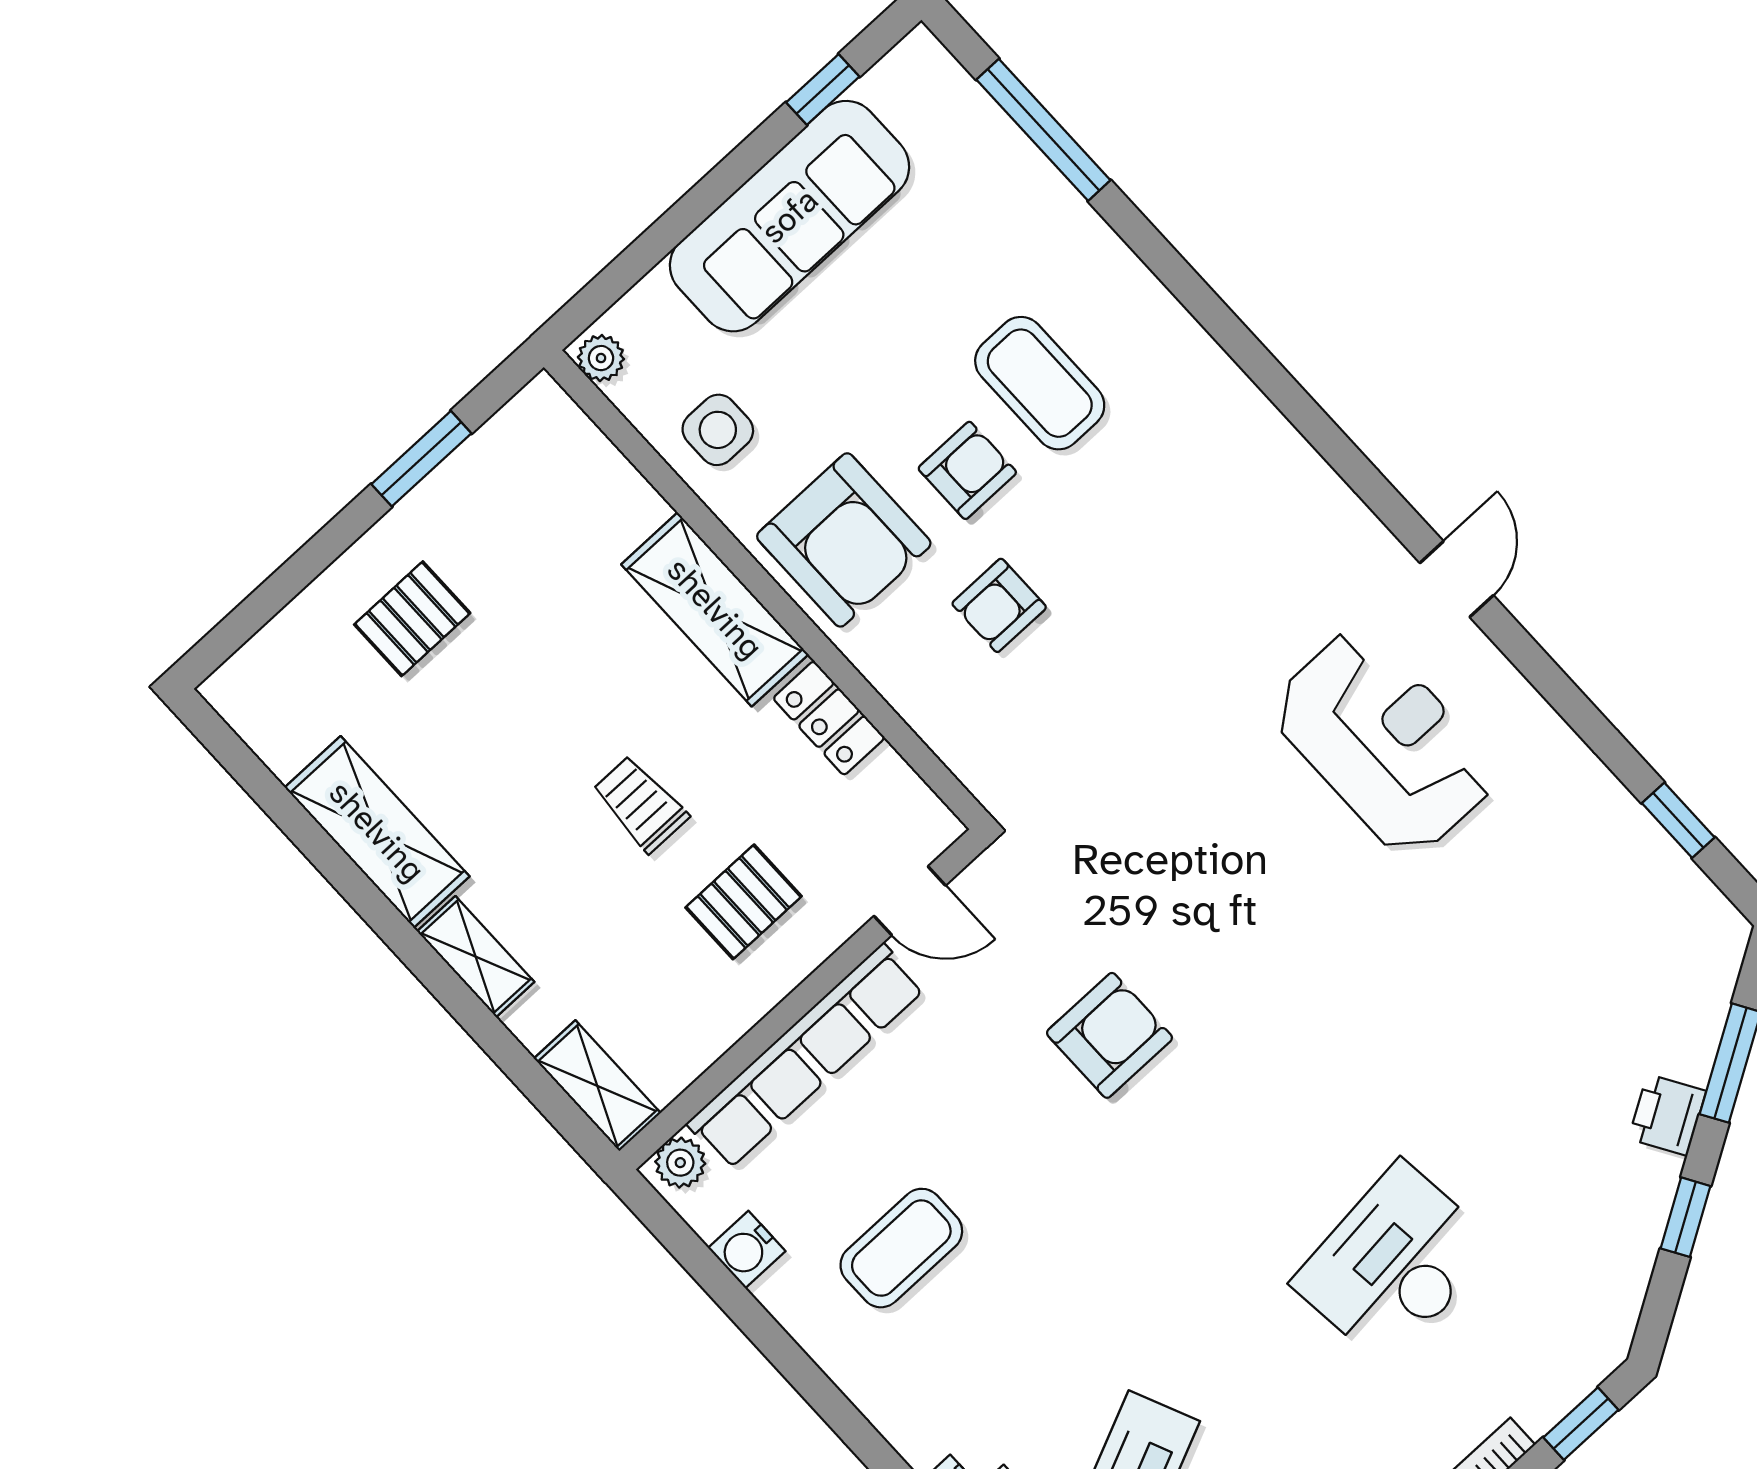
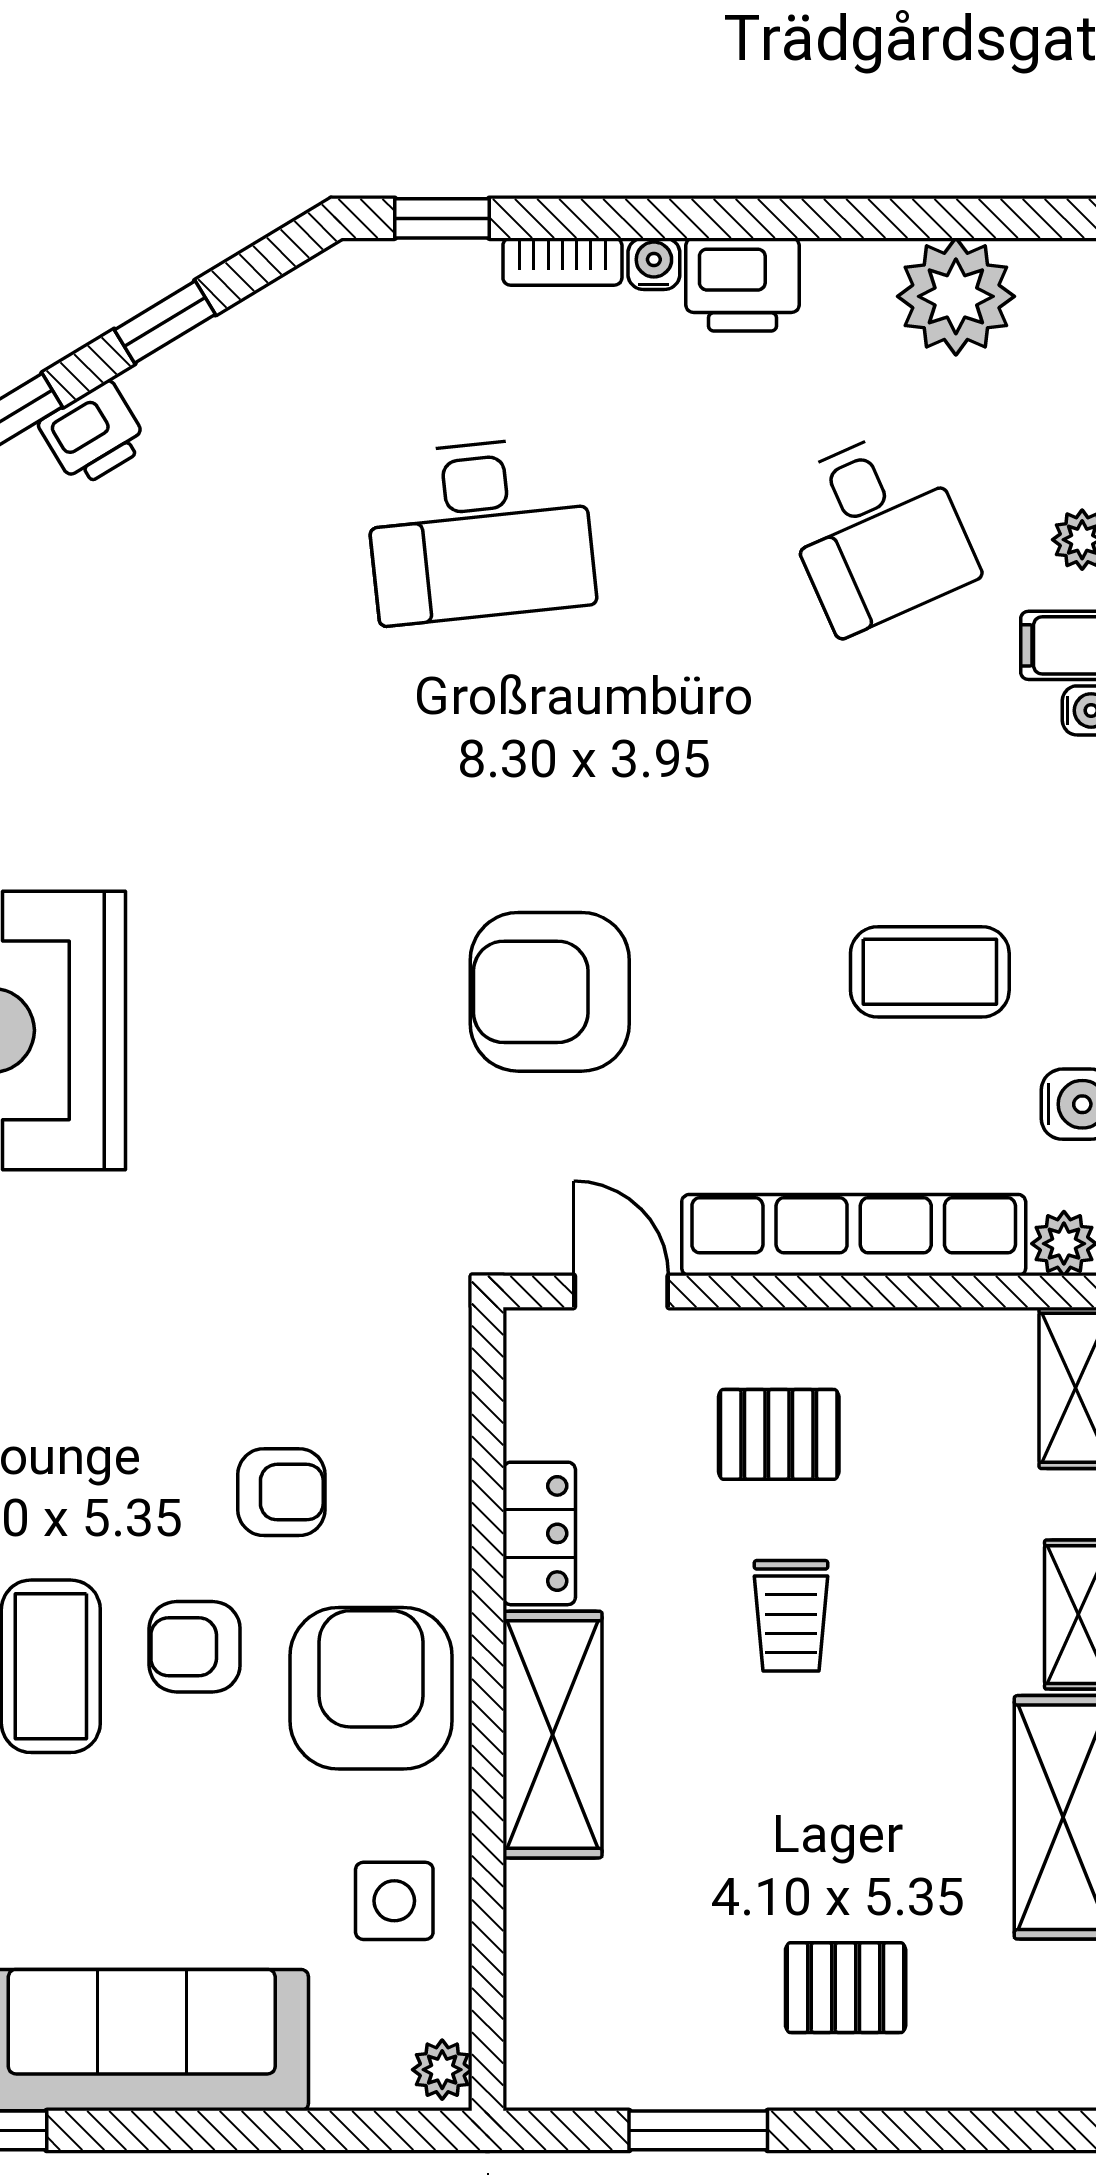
armchair: (1109, 1035) -> (550, 992), width x1.36, depth x1.36

